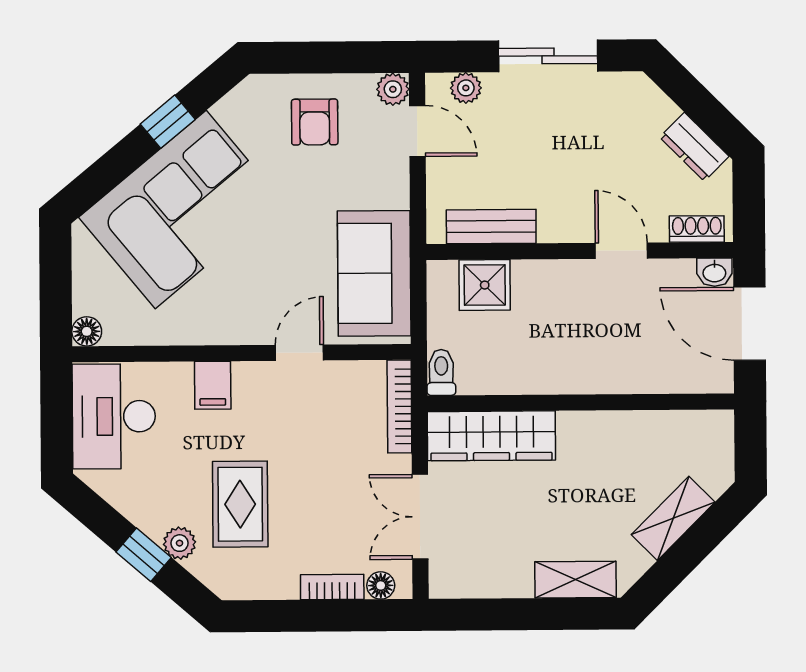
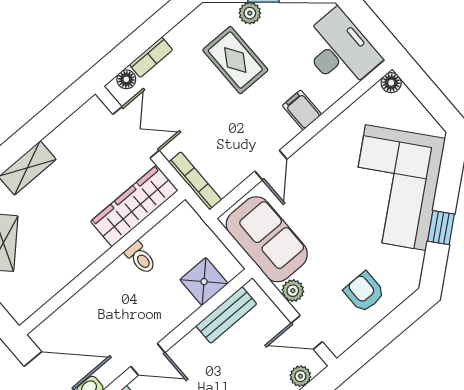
plant: (393, 89) -> (293, 291), moved
toilet: (441, 372) -> (140, 258), moved

